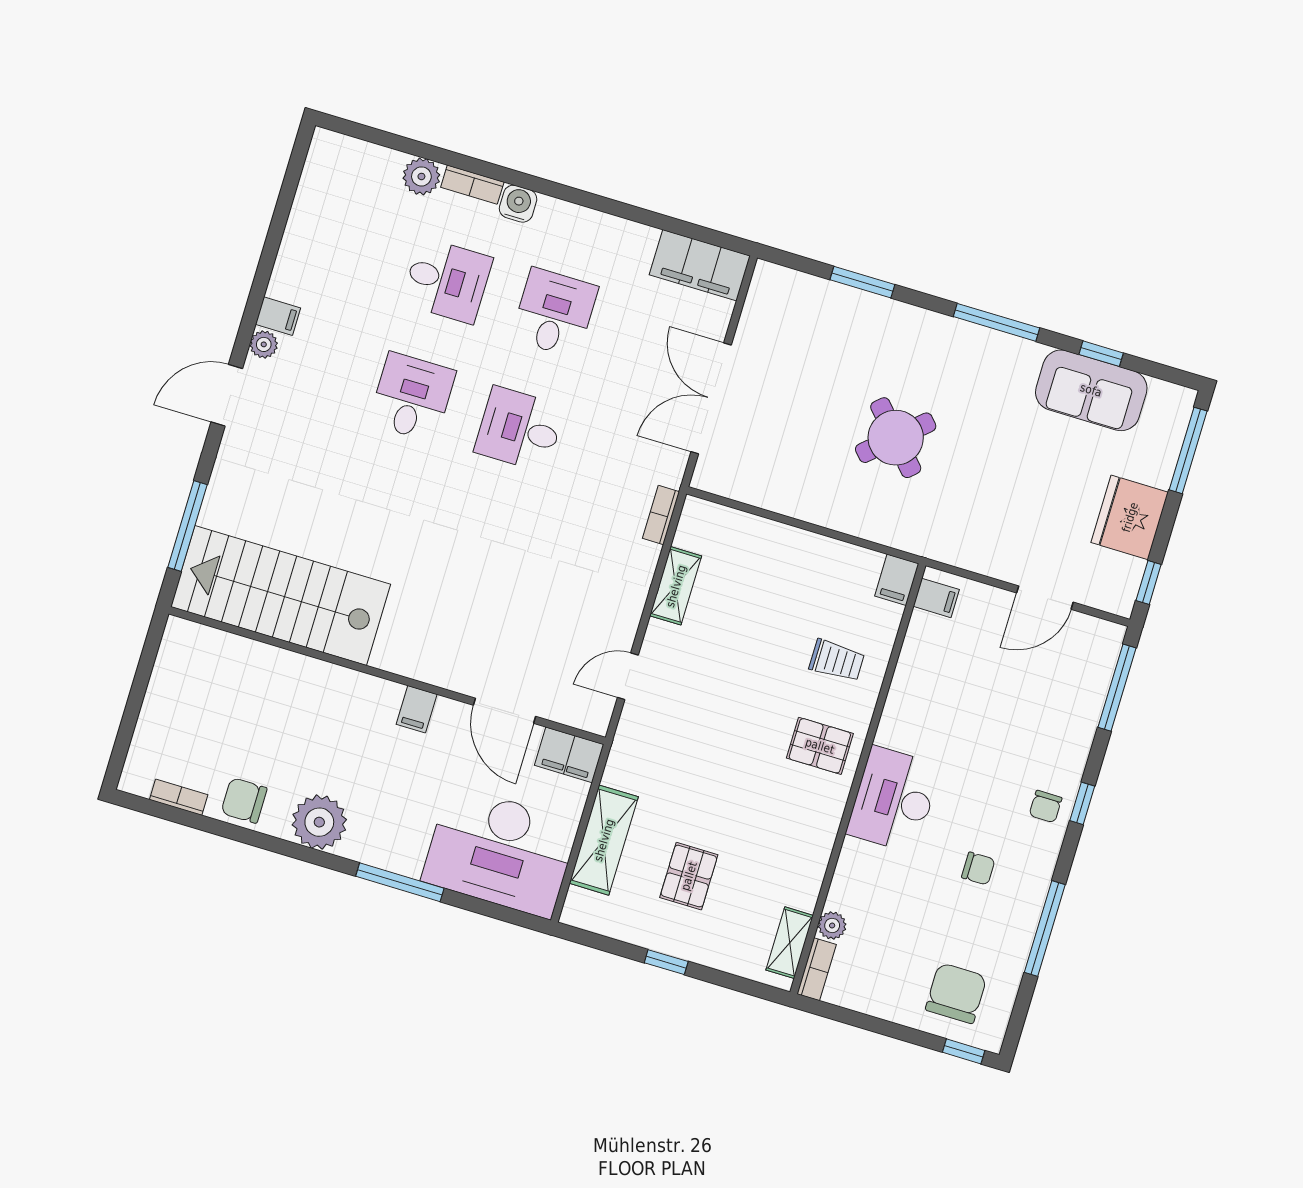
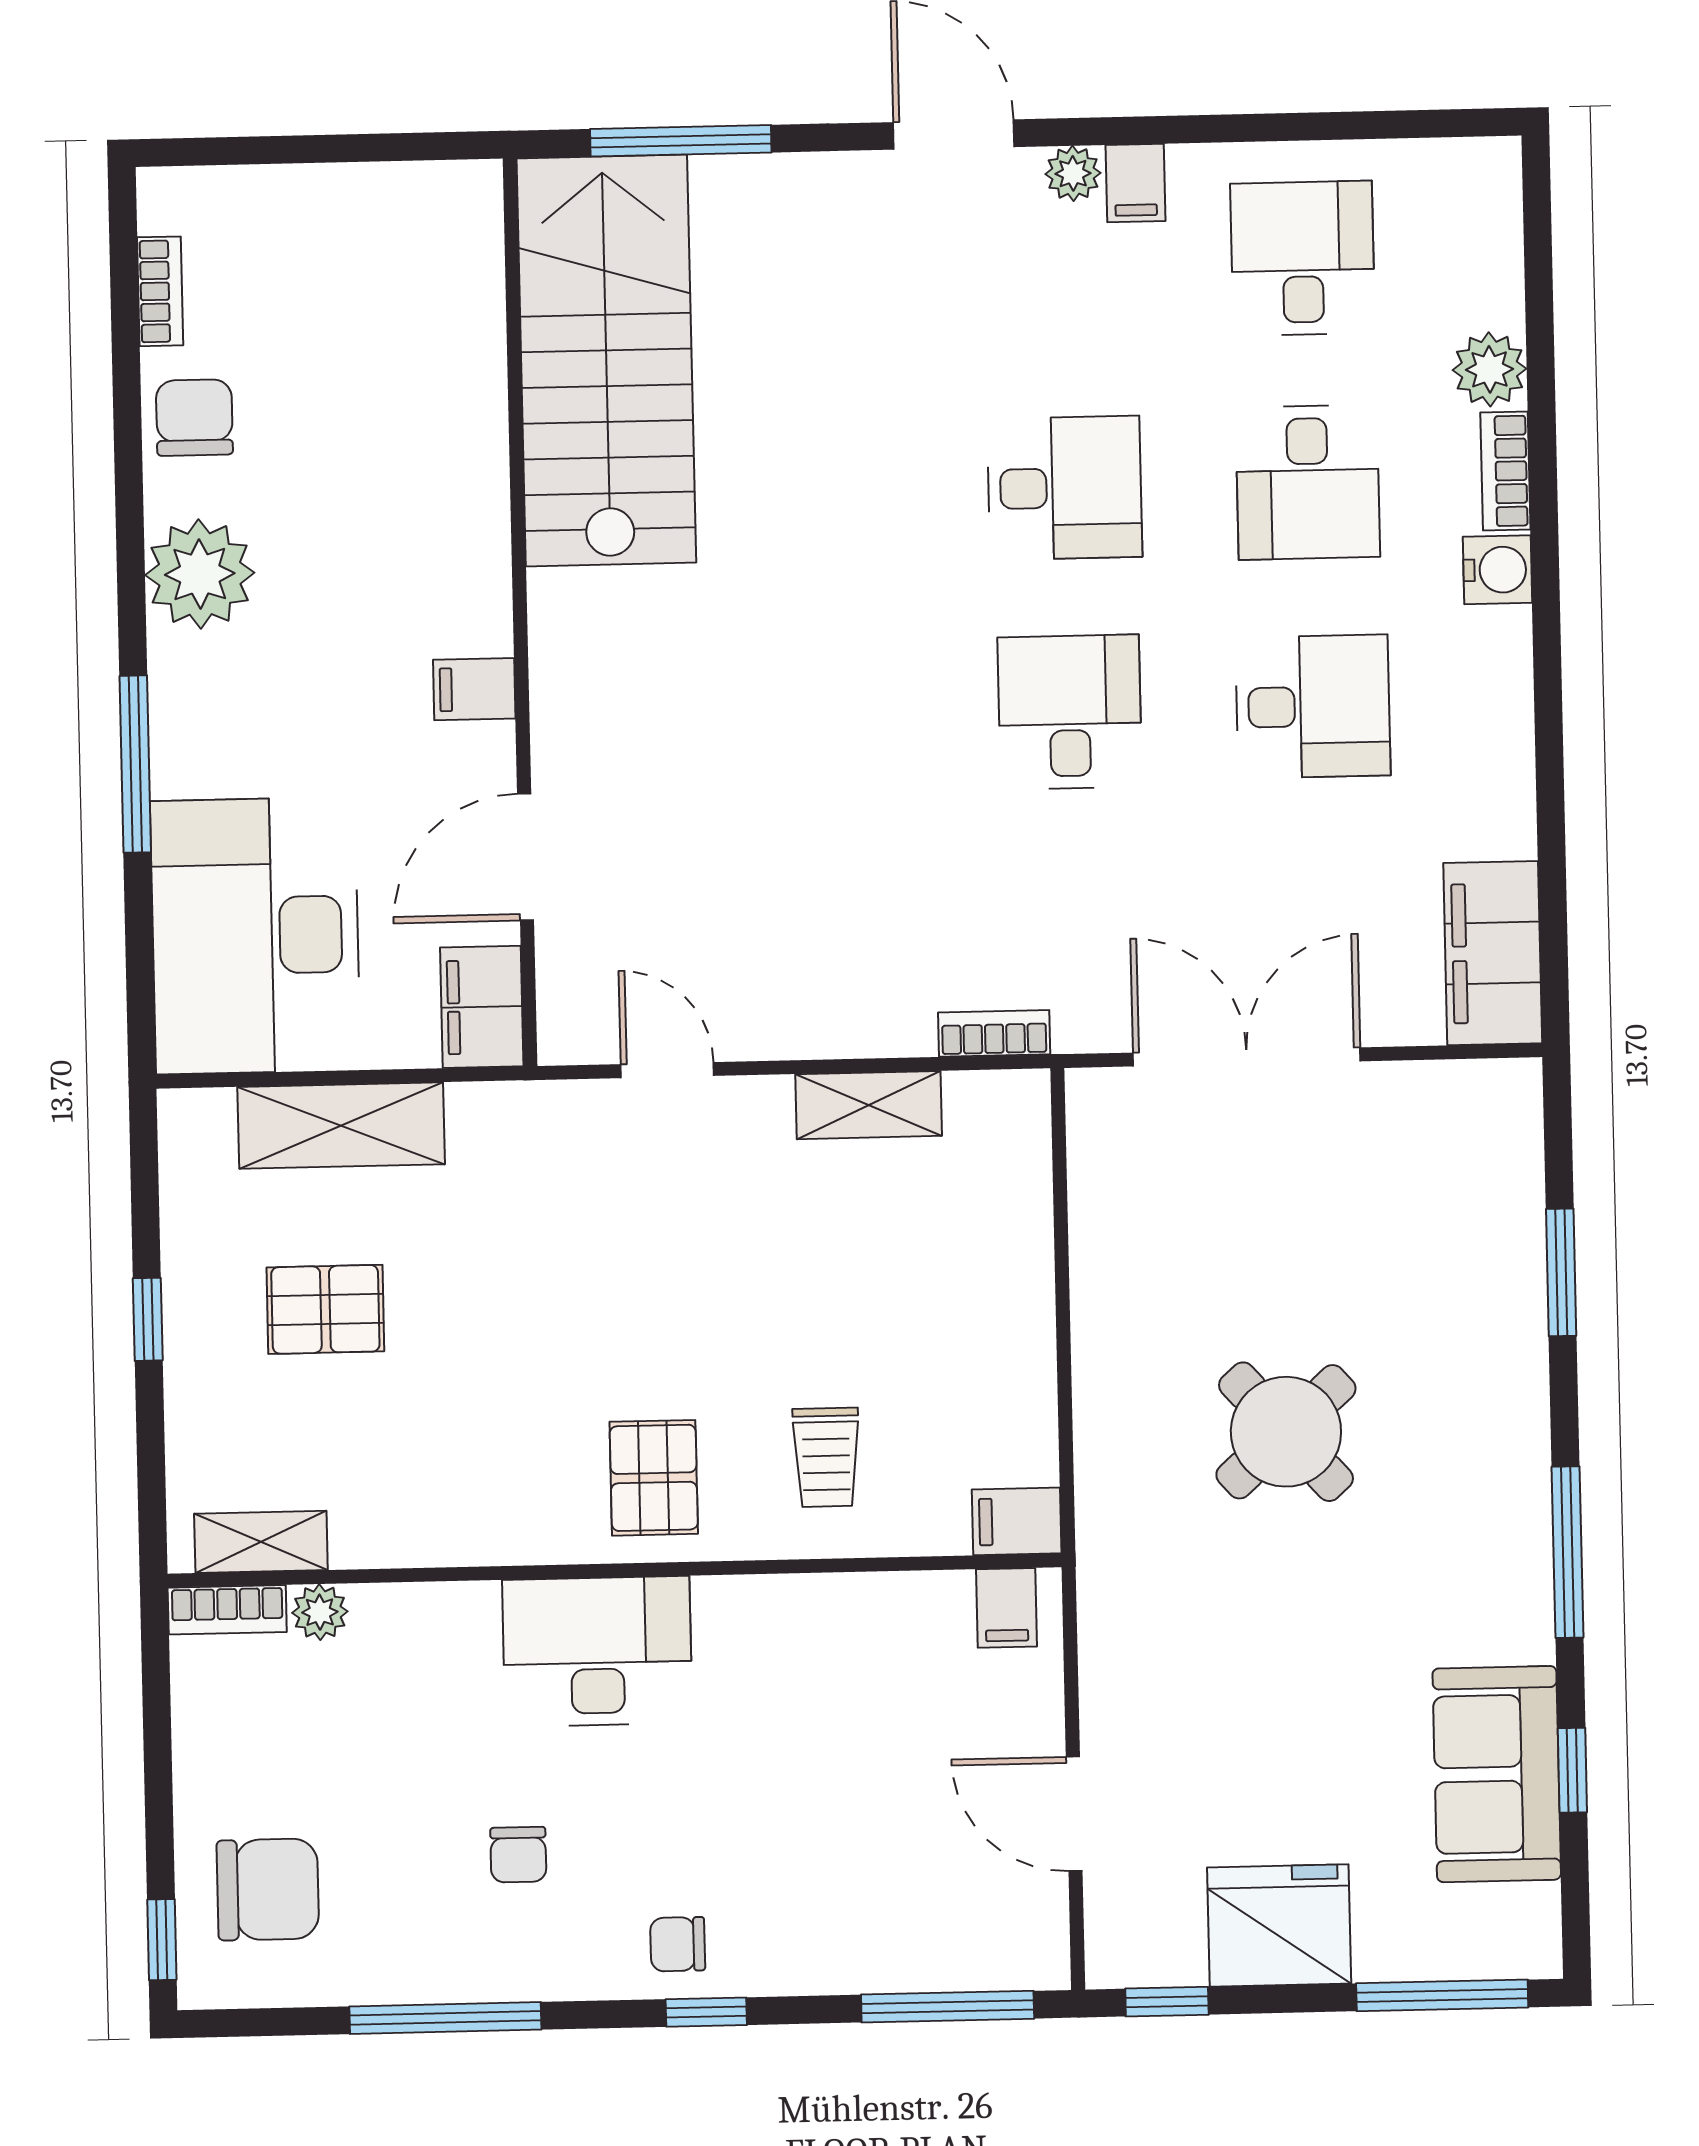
desk: (340, 248) -> (1303, 258), added

